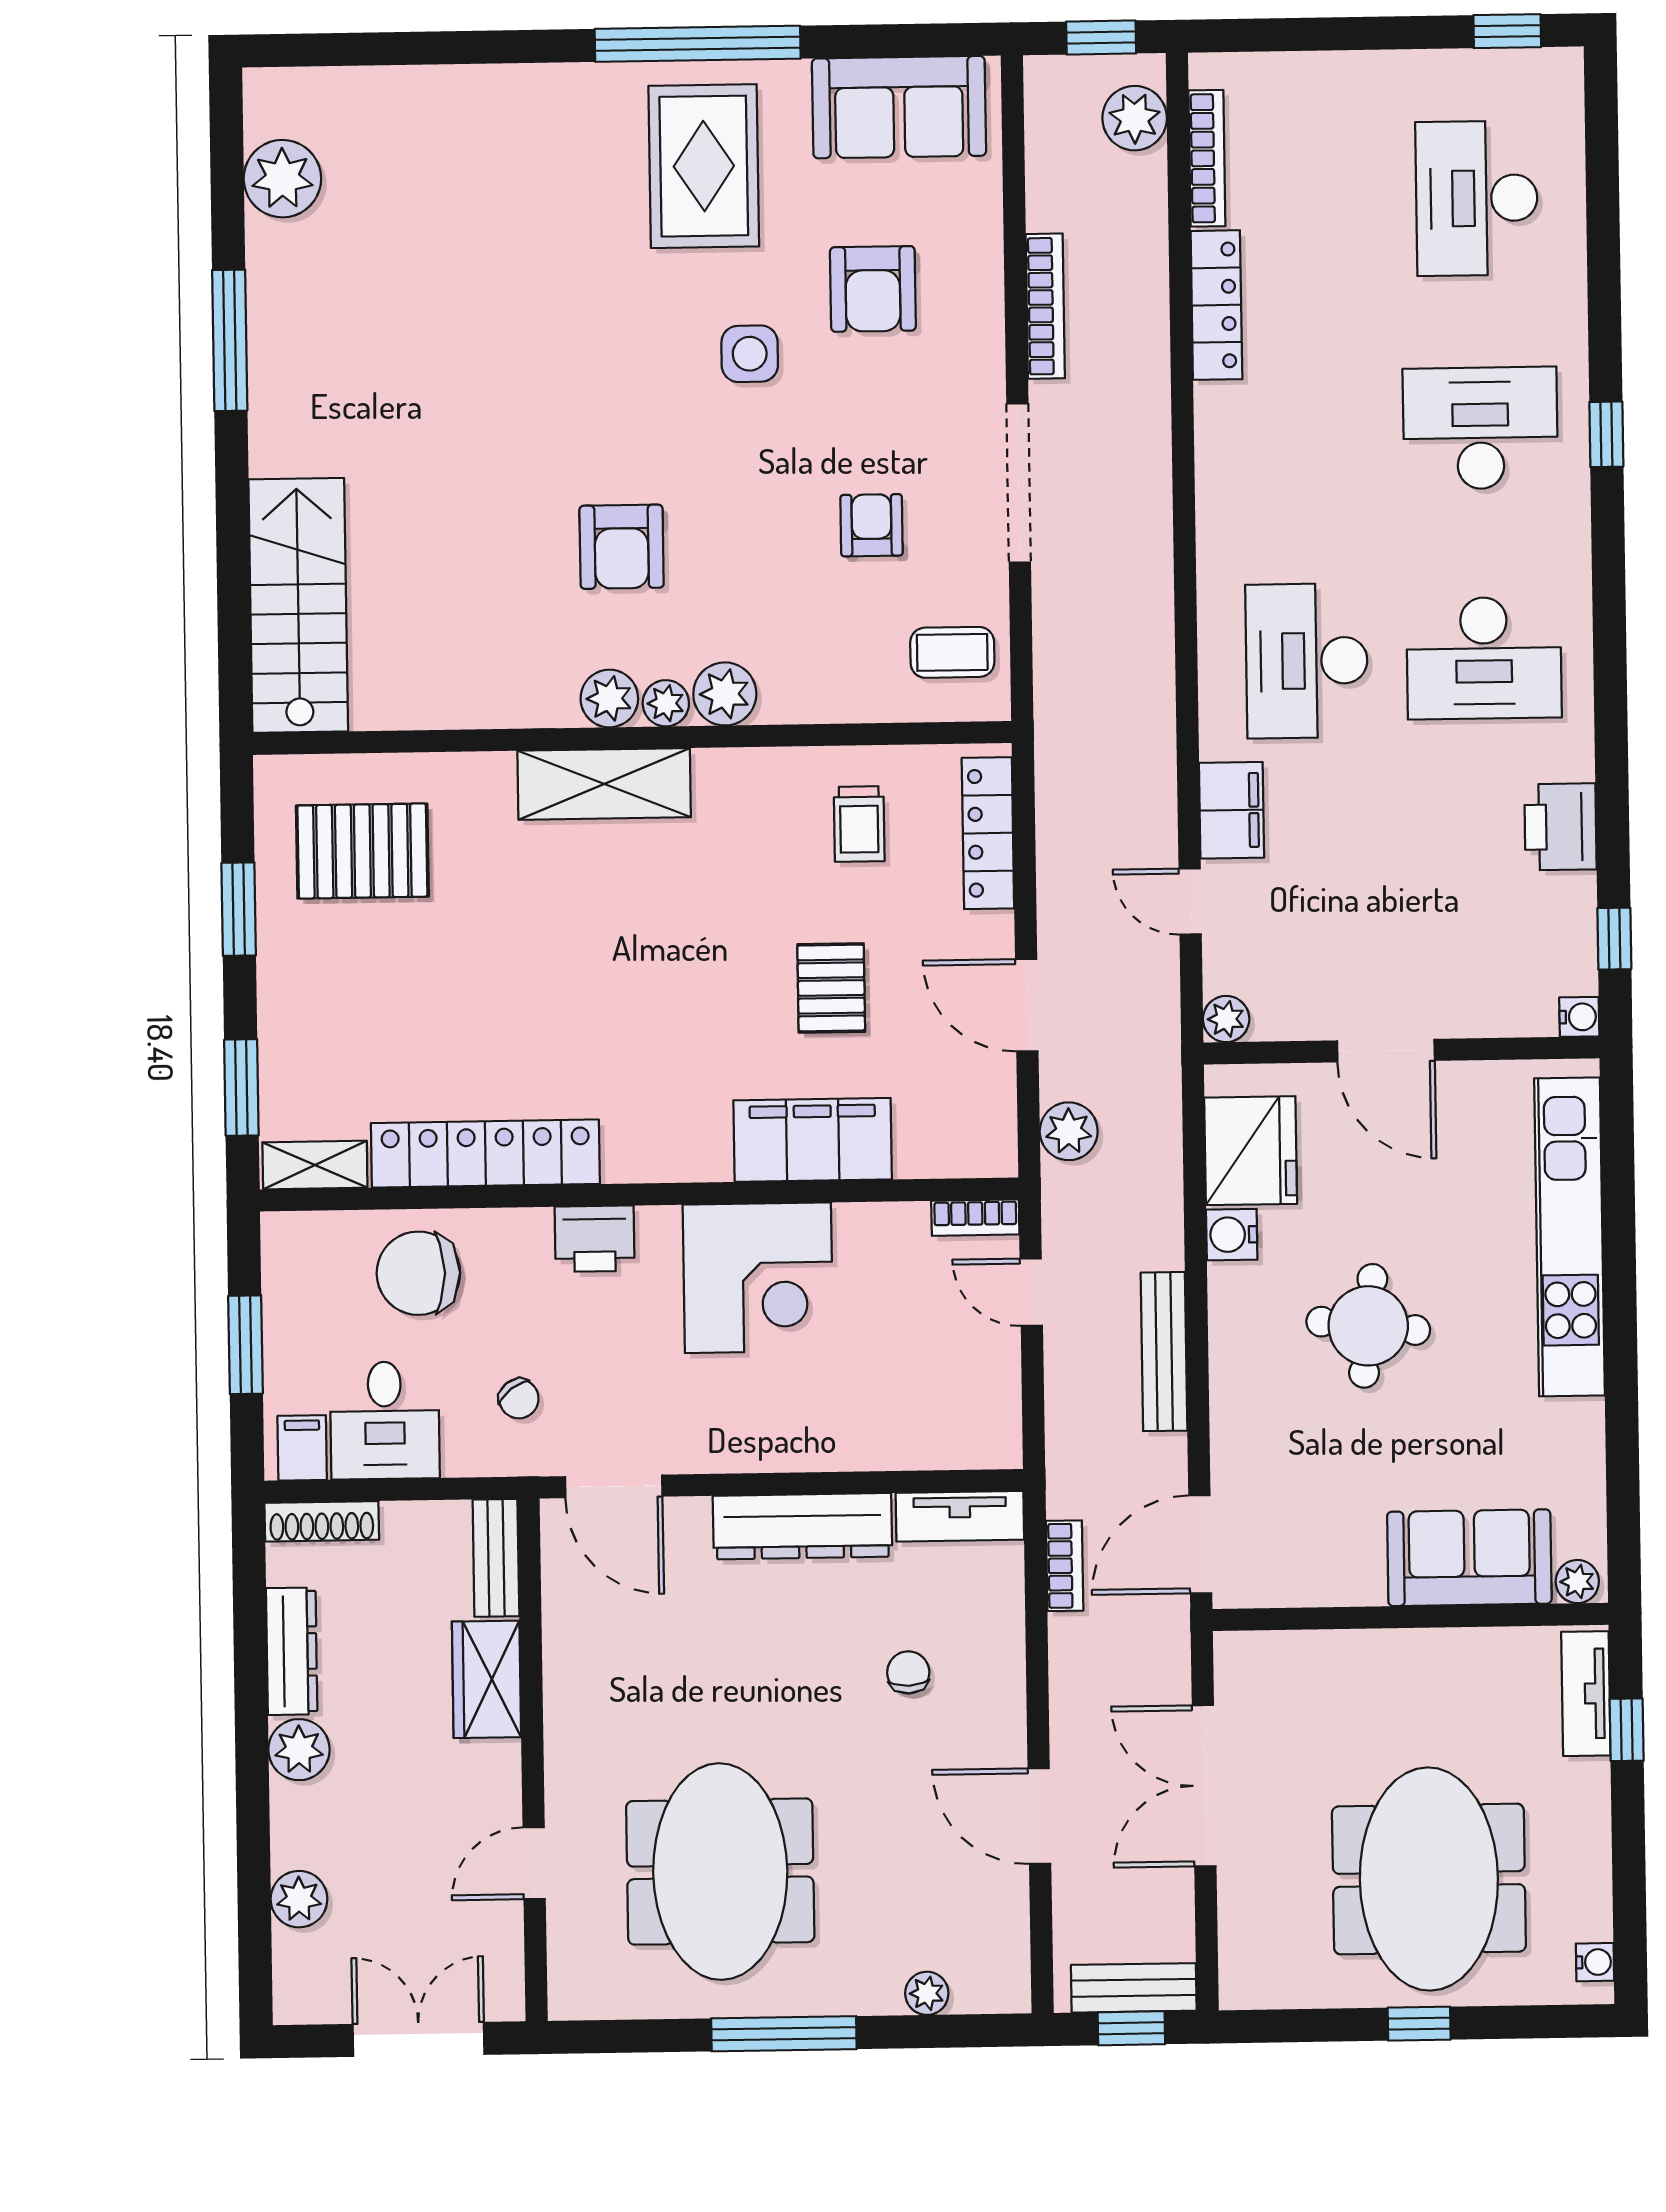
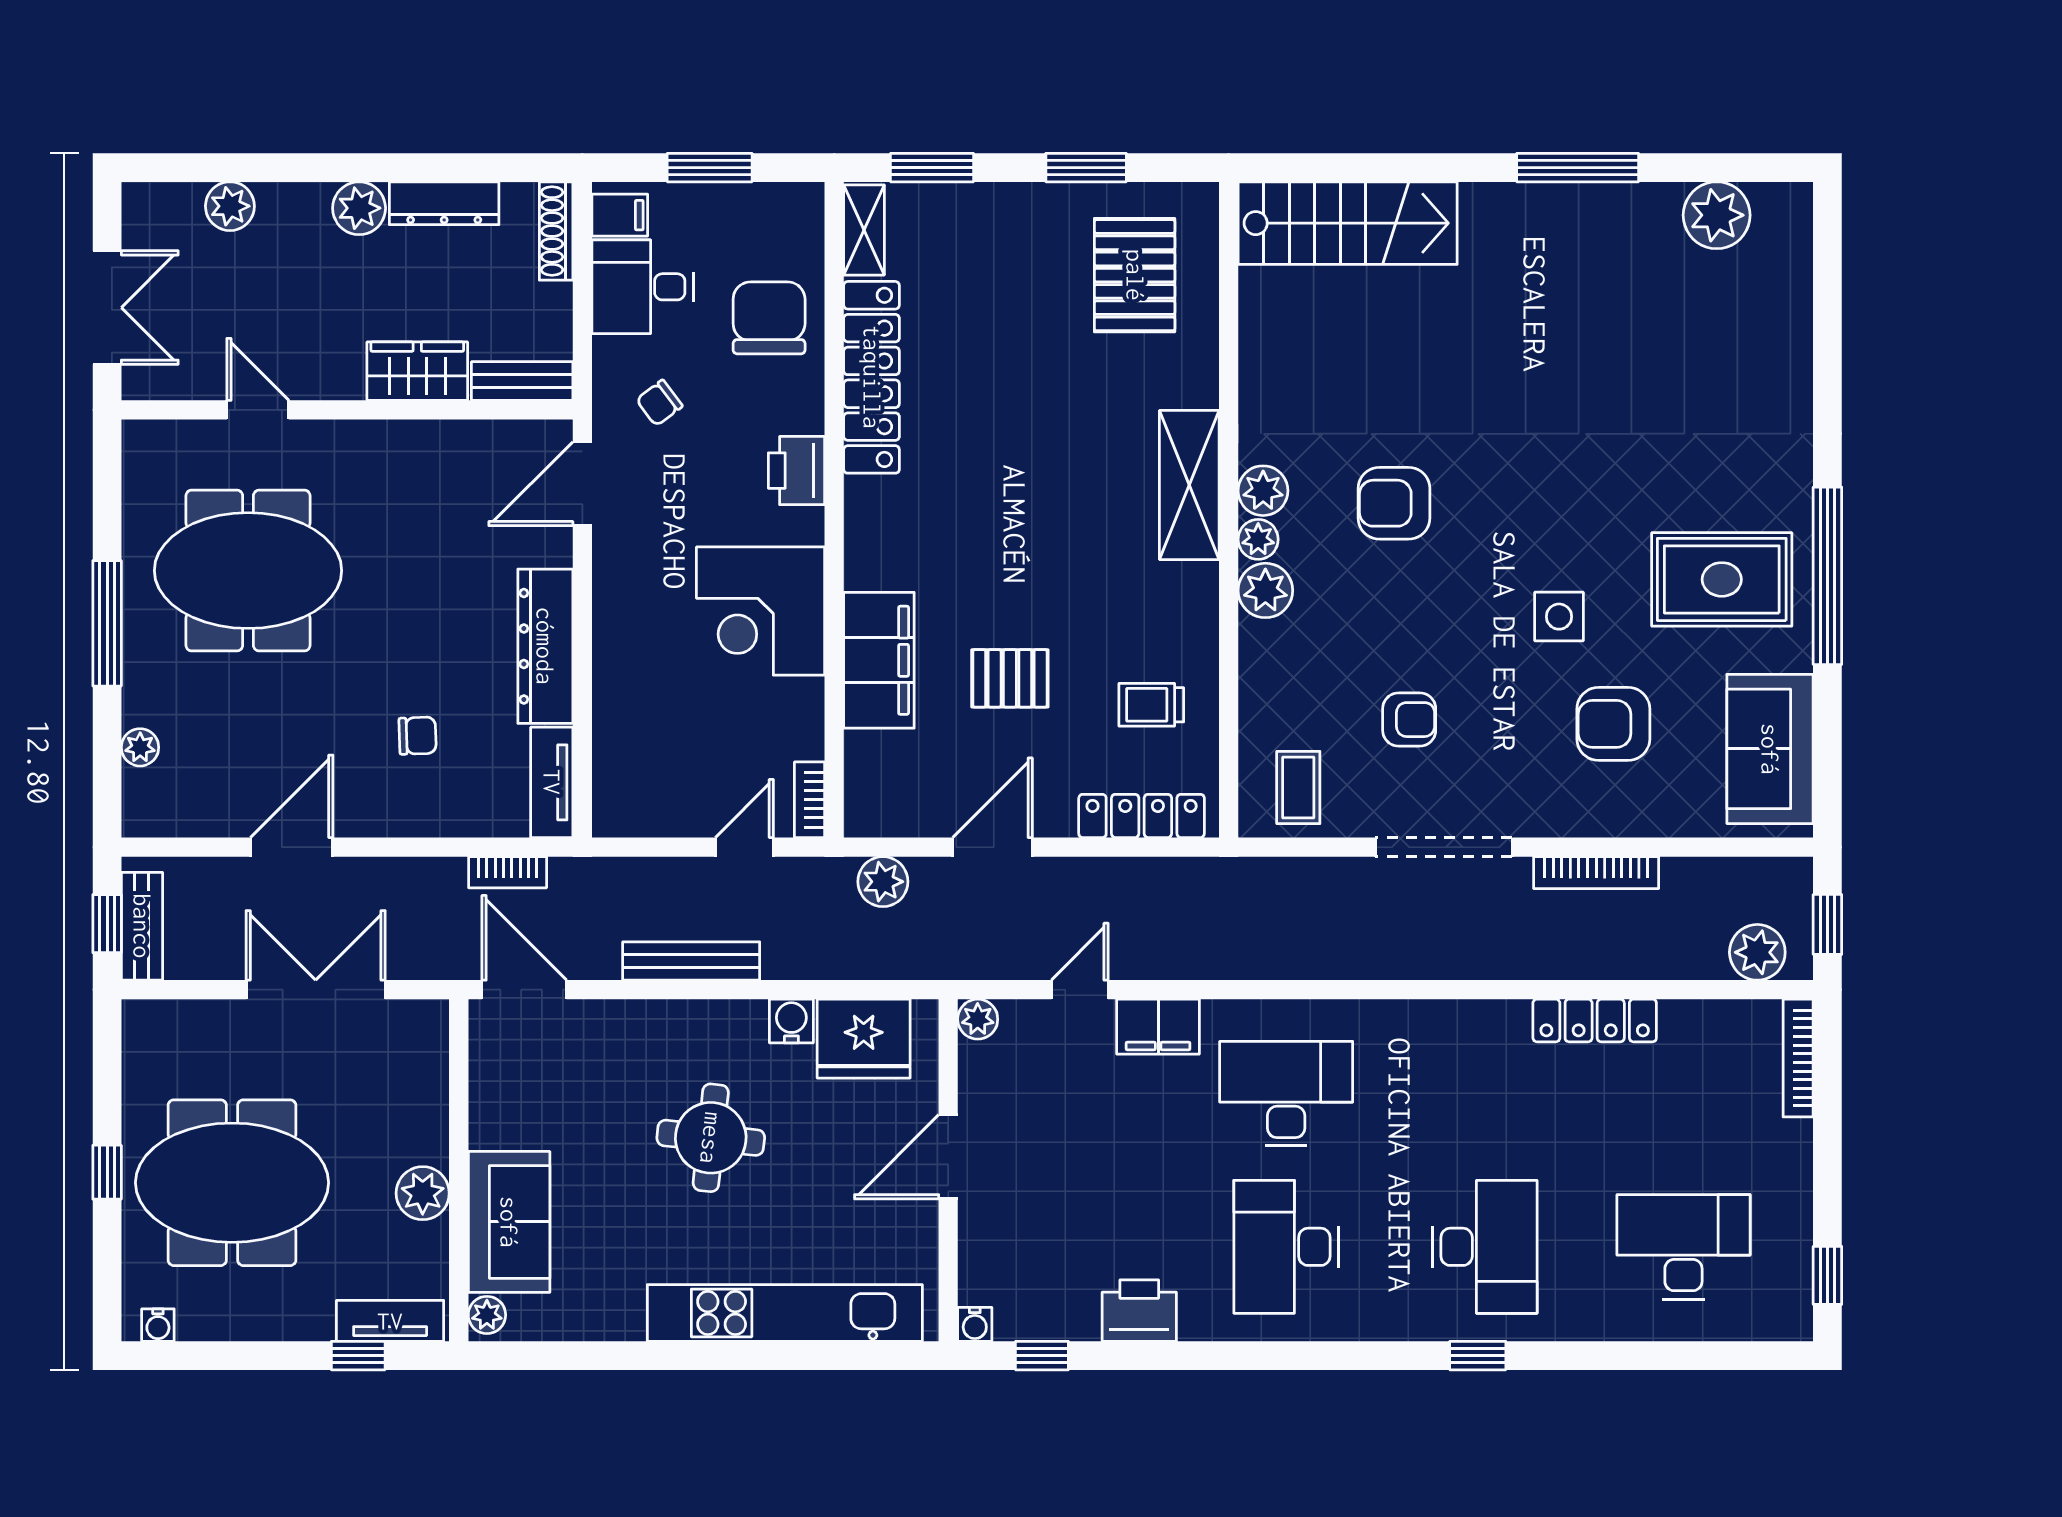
bookcase: (1207, 158) -> (1798, 1058), moved, turned 90
plant: (1438, 1658) -> (423, 1193), added

